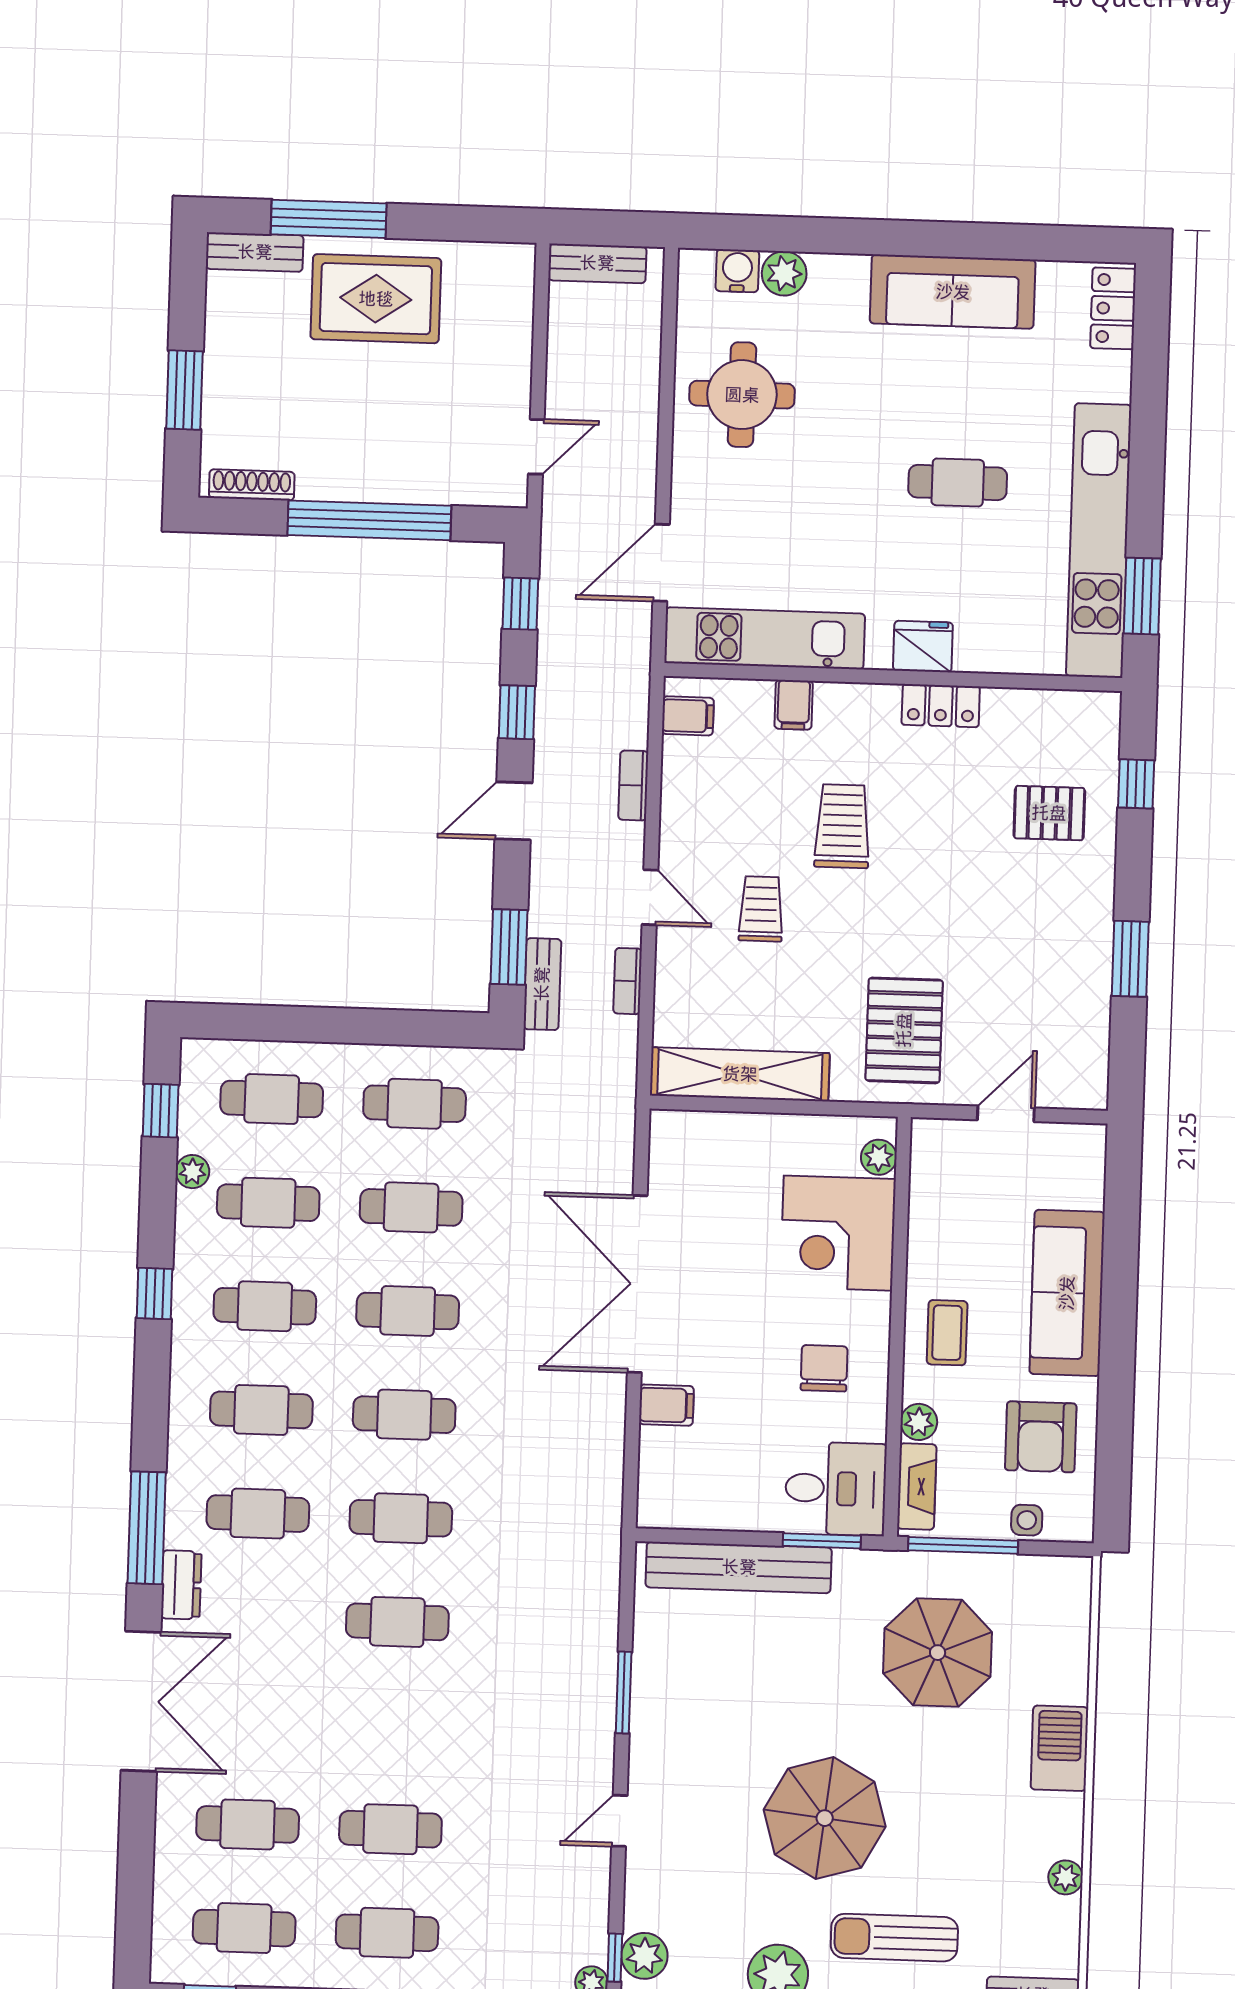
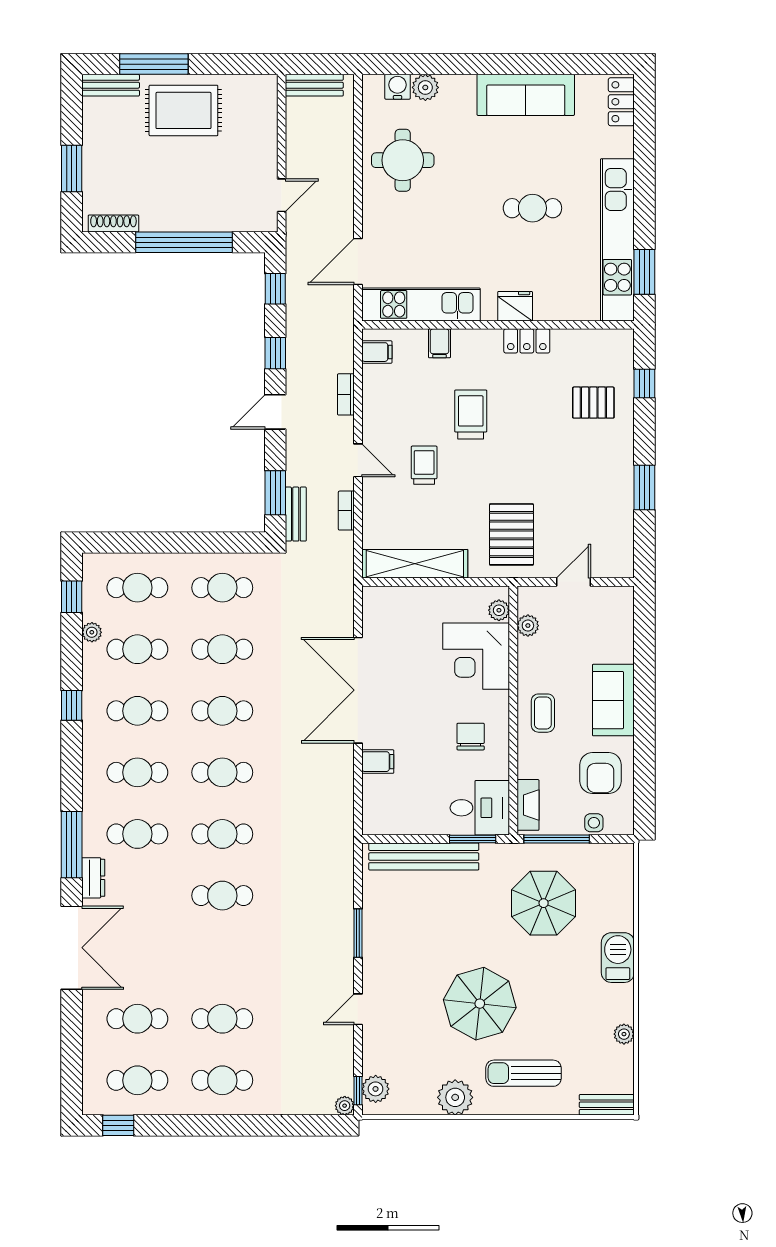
sofa: (1067, 1293) -> (613, 700), width x0.73
plant: (919, 1422) -> (528, 626), moved

